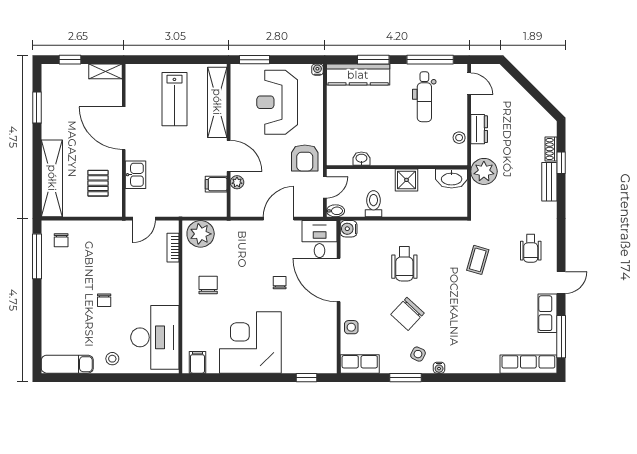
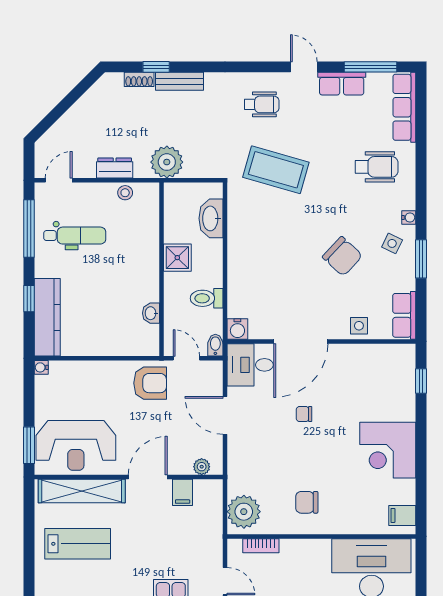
window: (373, 60) -> (29, 299), width x0.67
reception desk: (277, 102) -> (76, 445), moved
washbasin: (452, 178) -> (211, 218), moved, turned 180
plant: (237, 182) -> (202, 467), moved
coffee table: (478, 260) -> (276, 170), width x1.86, depth x1.72
wheelchair: (404, 264) -> (377, 167), moved
corner desk: (250, 342) -> (388, 450), width x0.74, depth x0.74

